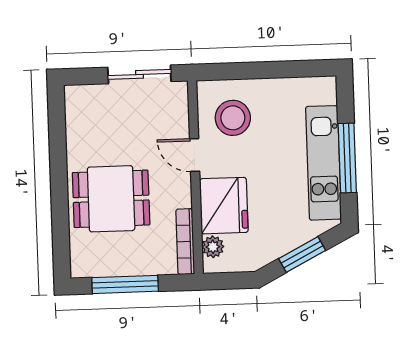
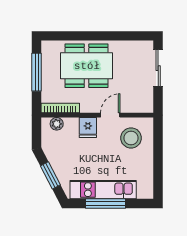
sliding door: (139, 74) -> (158, 68), moved
dining table: (111, 199) -> (87, 66), width x1.38
fridge: (224, 206) -> (88, 128), width x0.53, depth x0.75

